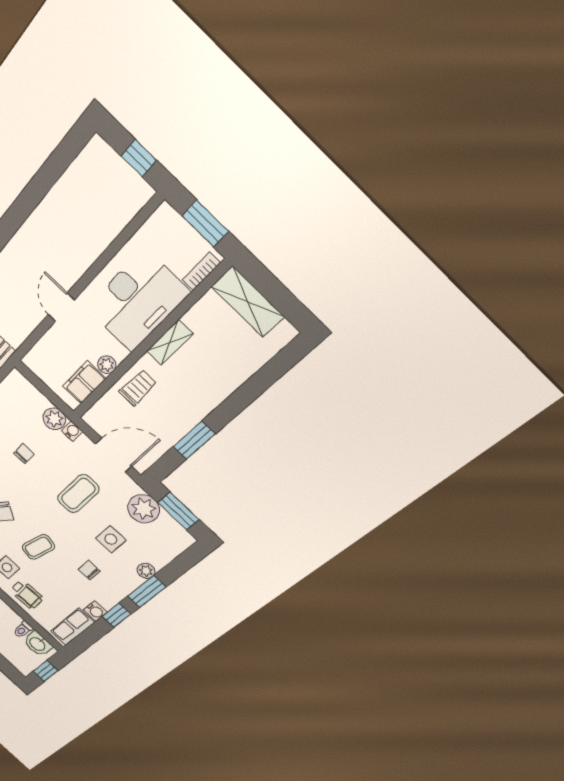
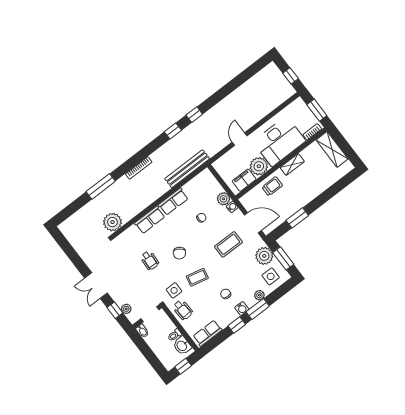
plant: (107, 365) -> (259, 166), width x1.88, depth x1.88
side table: (111, 539) -> (271, 276), moved
water cooler: (95, 611) -> (242, 308), moved

